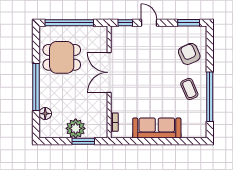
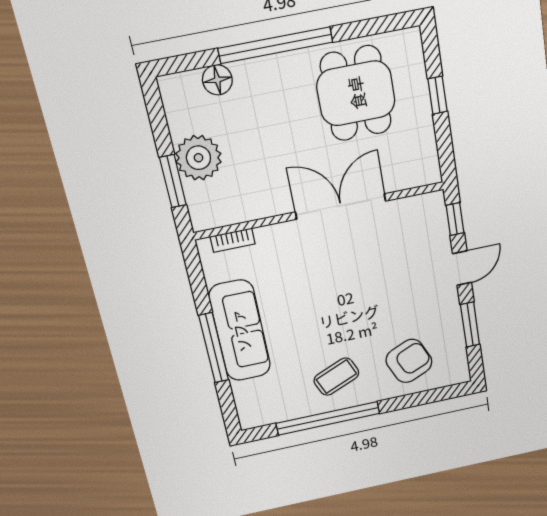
window: (69, 23) -> (438, 95), width x0.32
window: (189, 23) -> (470, 325), moved
window: (162, 141) -> (214, 348), added

